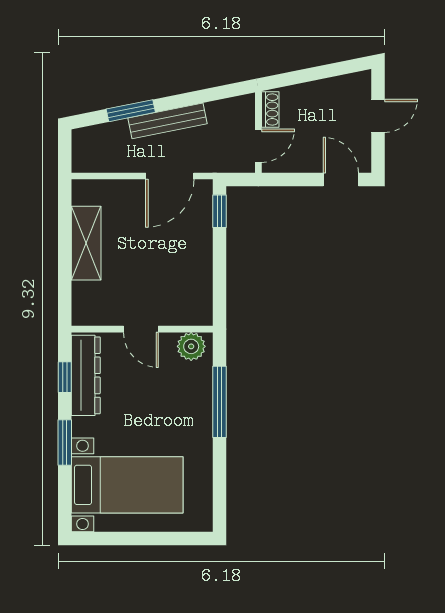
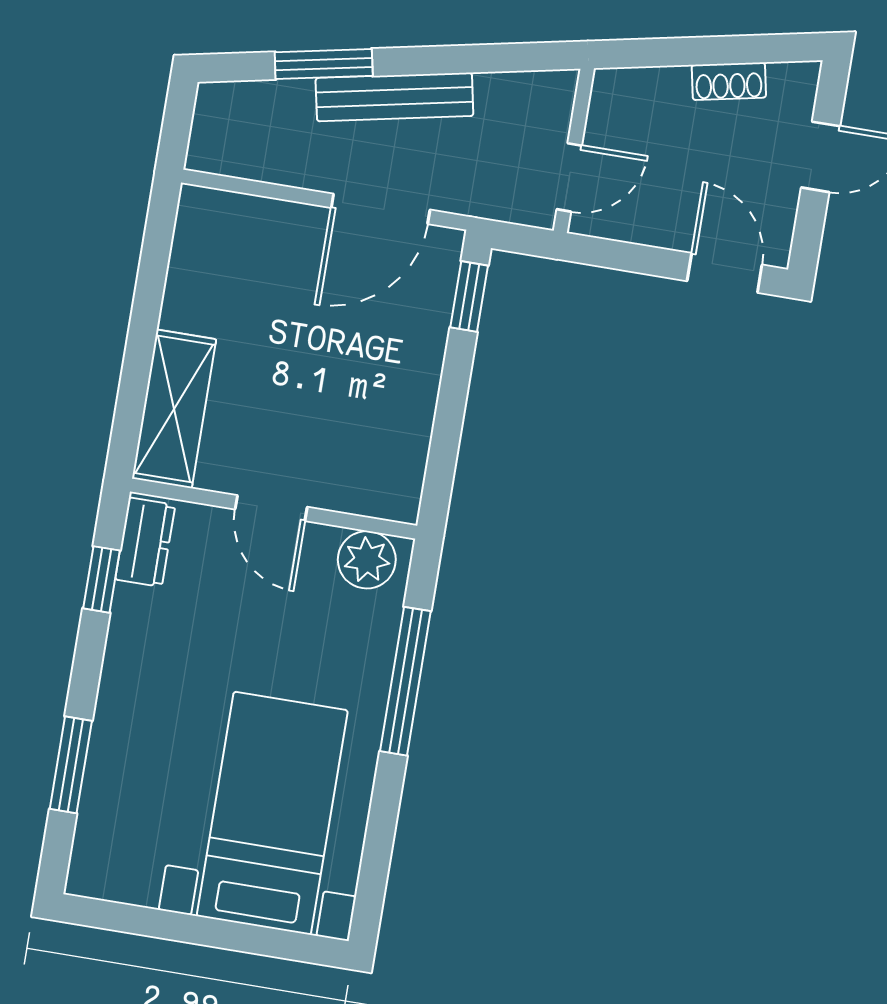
shoe rack: (270, 110) -> (729, 81), moved, turned 79
shelving: (86, 243) -> (174, 409), moved
dresser: (86, 375) -> (145, 542), width x0.51, depth x0.80
window: (65, 443) -> (71, 765), moved
bed with nightstands: (127, 485) -> (272, 813), moved, turned -90

